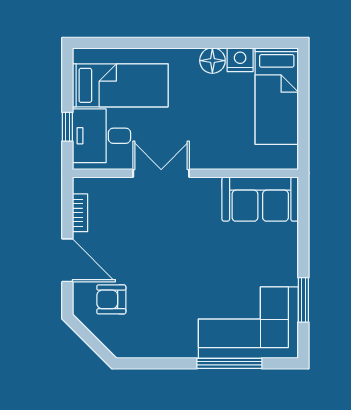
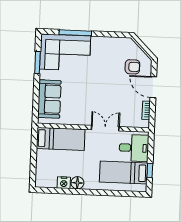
bed: (277, 96) -> (61, 139), moved, turned 90
window: (67, 127) -> (150, 171), moved
double door: (161, 173) -> (105, 128), swing flipped
sofa: (260, 199) -> (49, 99), moved, turned 90

